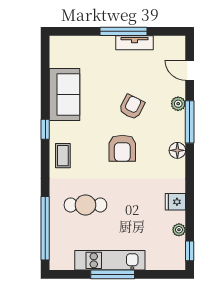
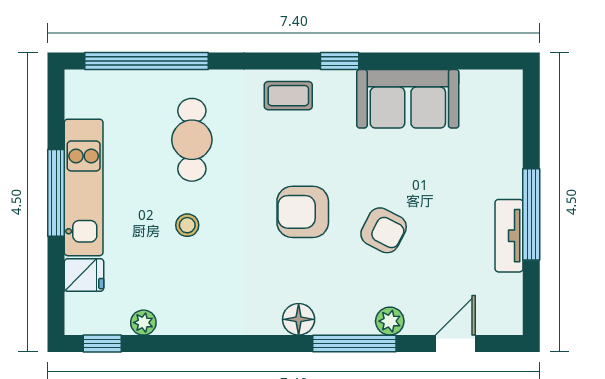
fridge: (175, 202) -> (84, 275), moved, turned 90
stool: (129, 207) -> (187, 225), added

